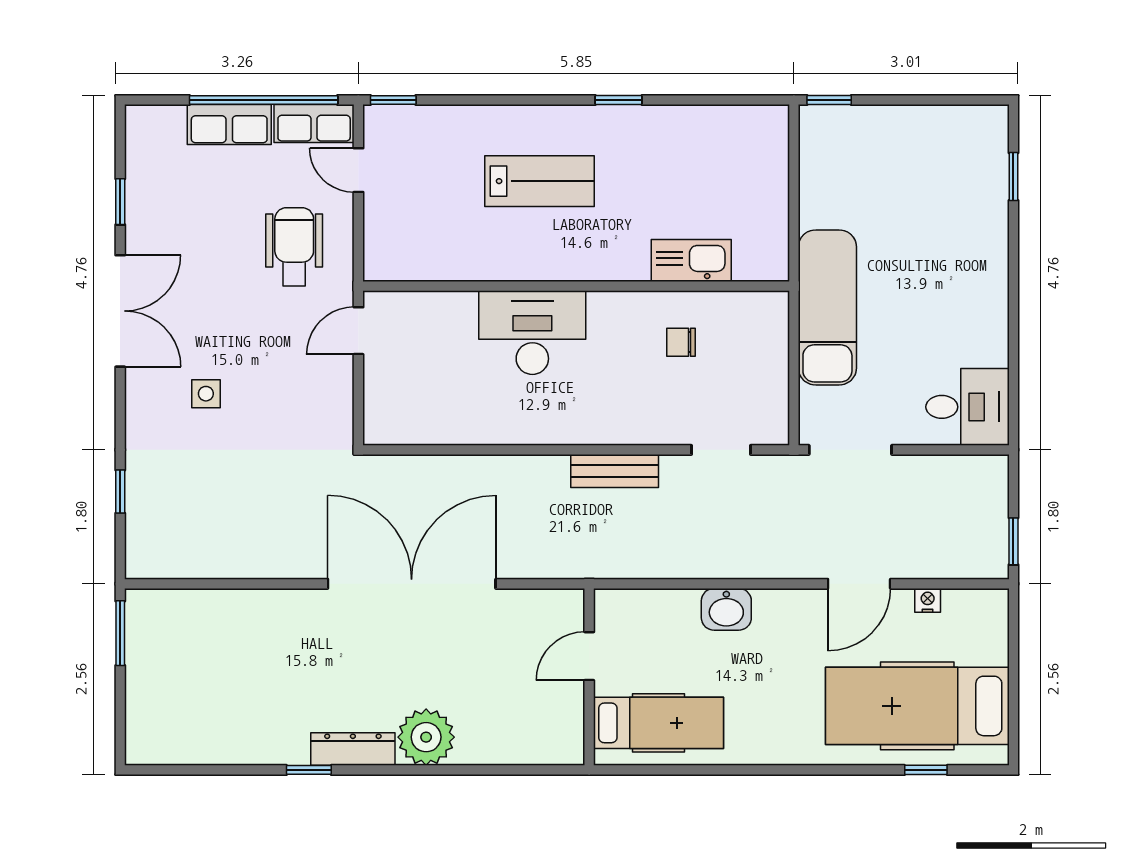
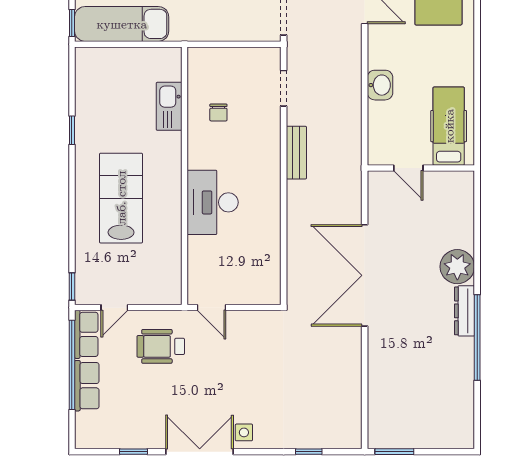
window: (619, 100) -> (72, 130), moved
lab bench: (539, 181) -> (121, 198), width x1.36, depth x1.39
exam couch: (827, 307) -> (122, 24), moved
side table: (206, 394) -> (244, 432), moved
window: (309, 770) -> (477, 338), width x3.17

